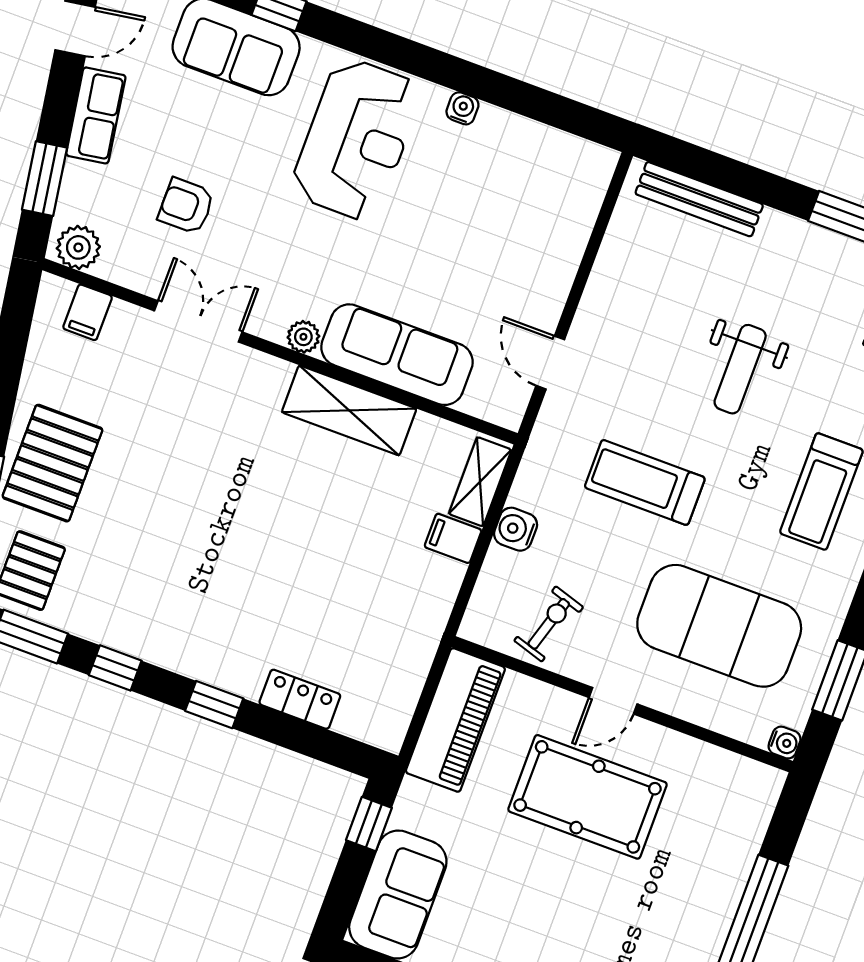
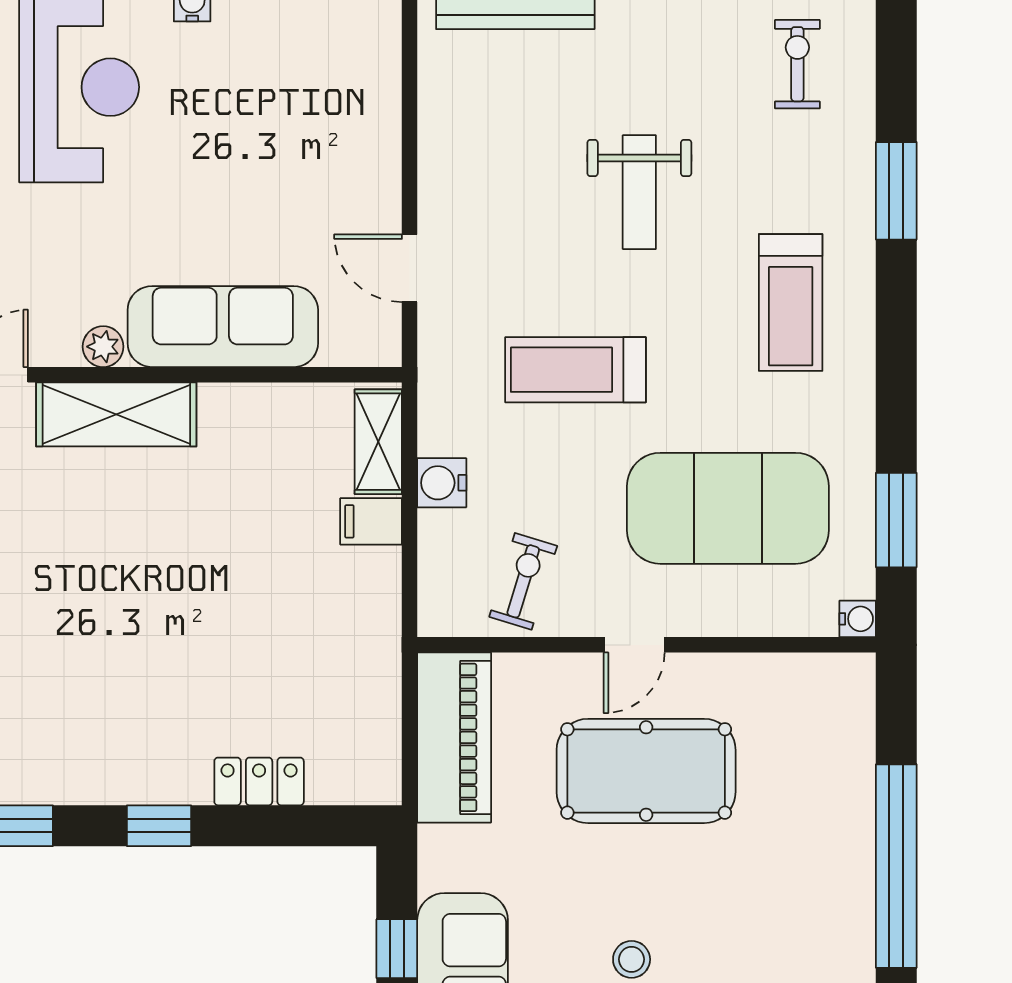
shelving: (349, 410) -> (116, 414), moved
window: (369, 824) -> (397, 949), moved
stool: (525, 932) -> (632, 959), added

